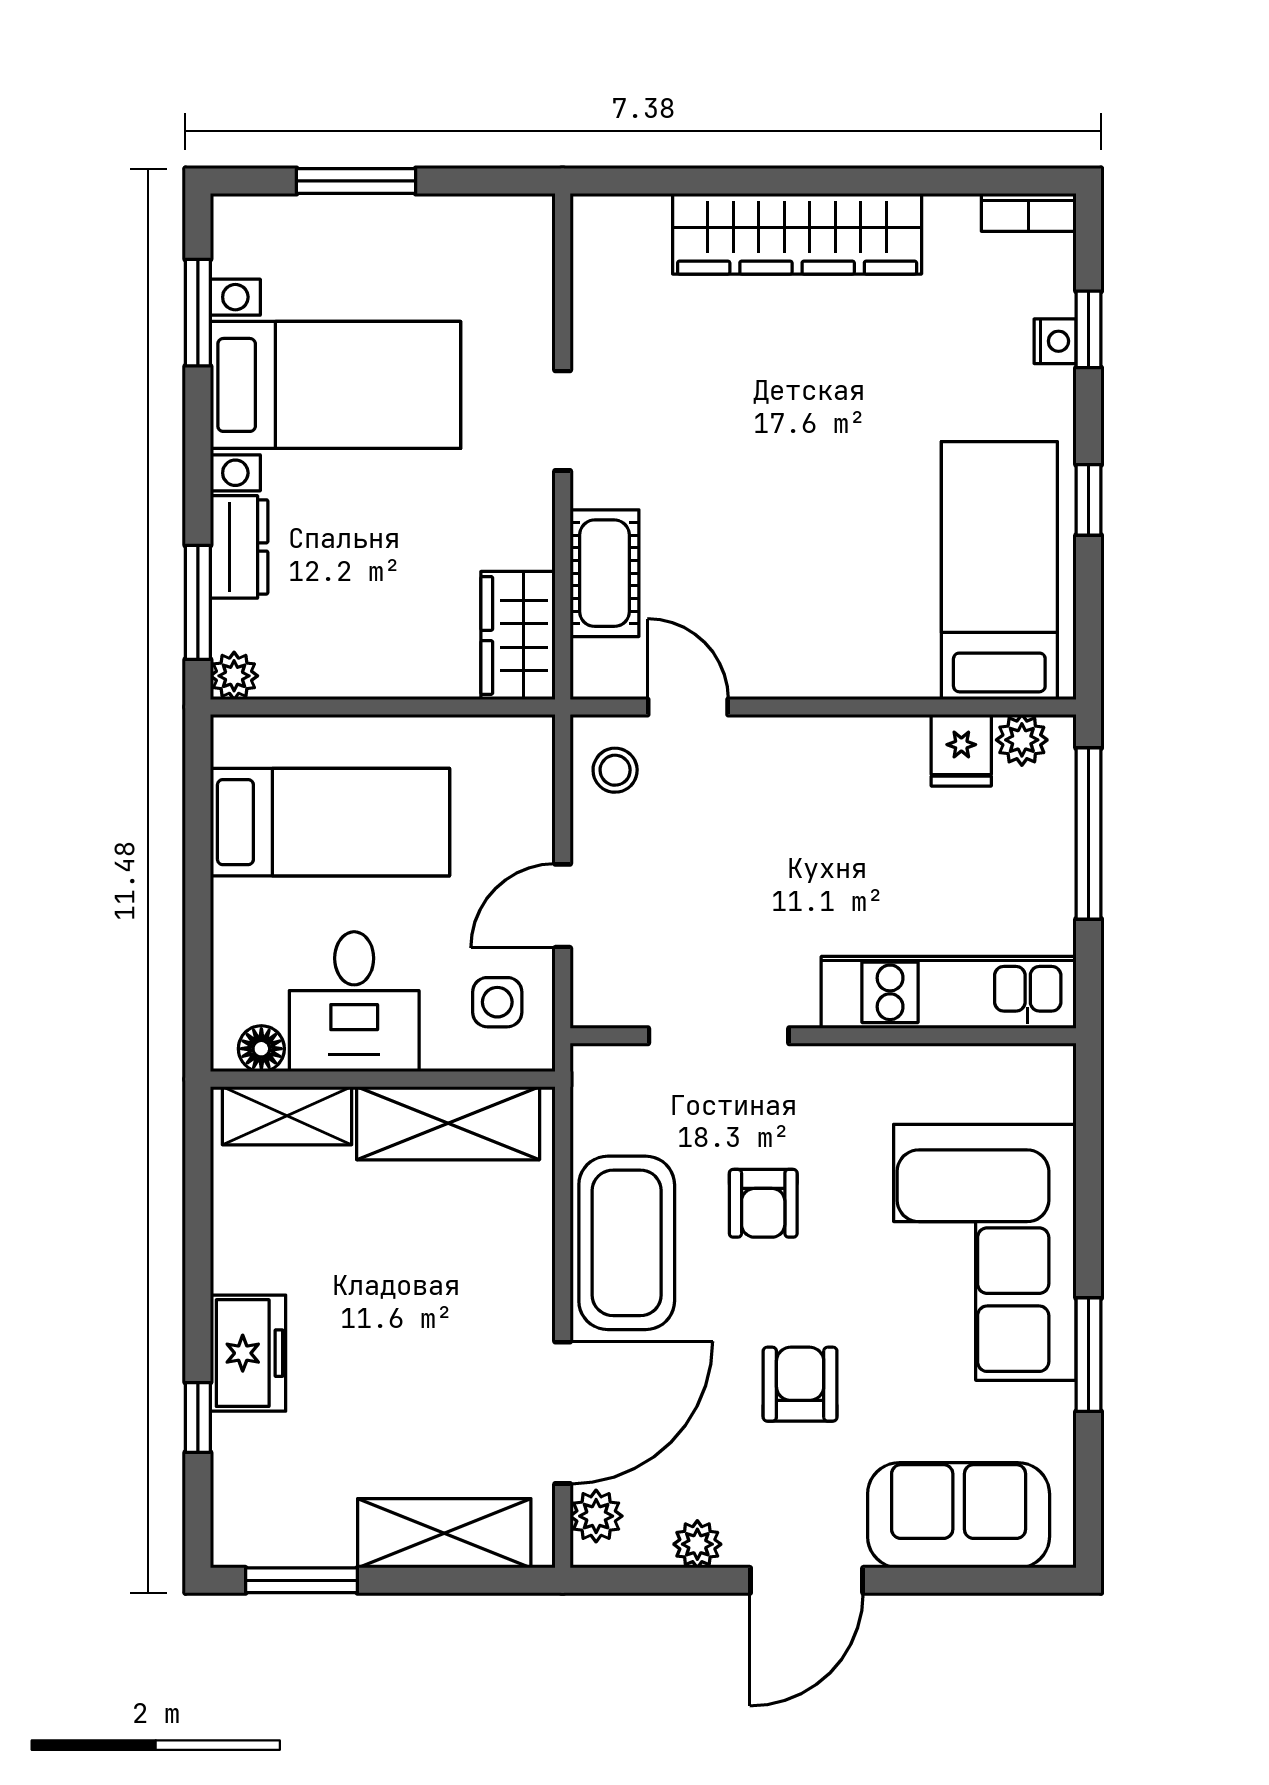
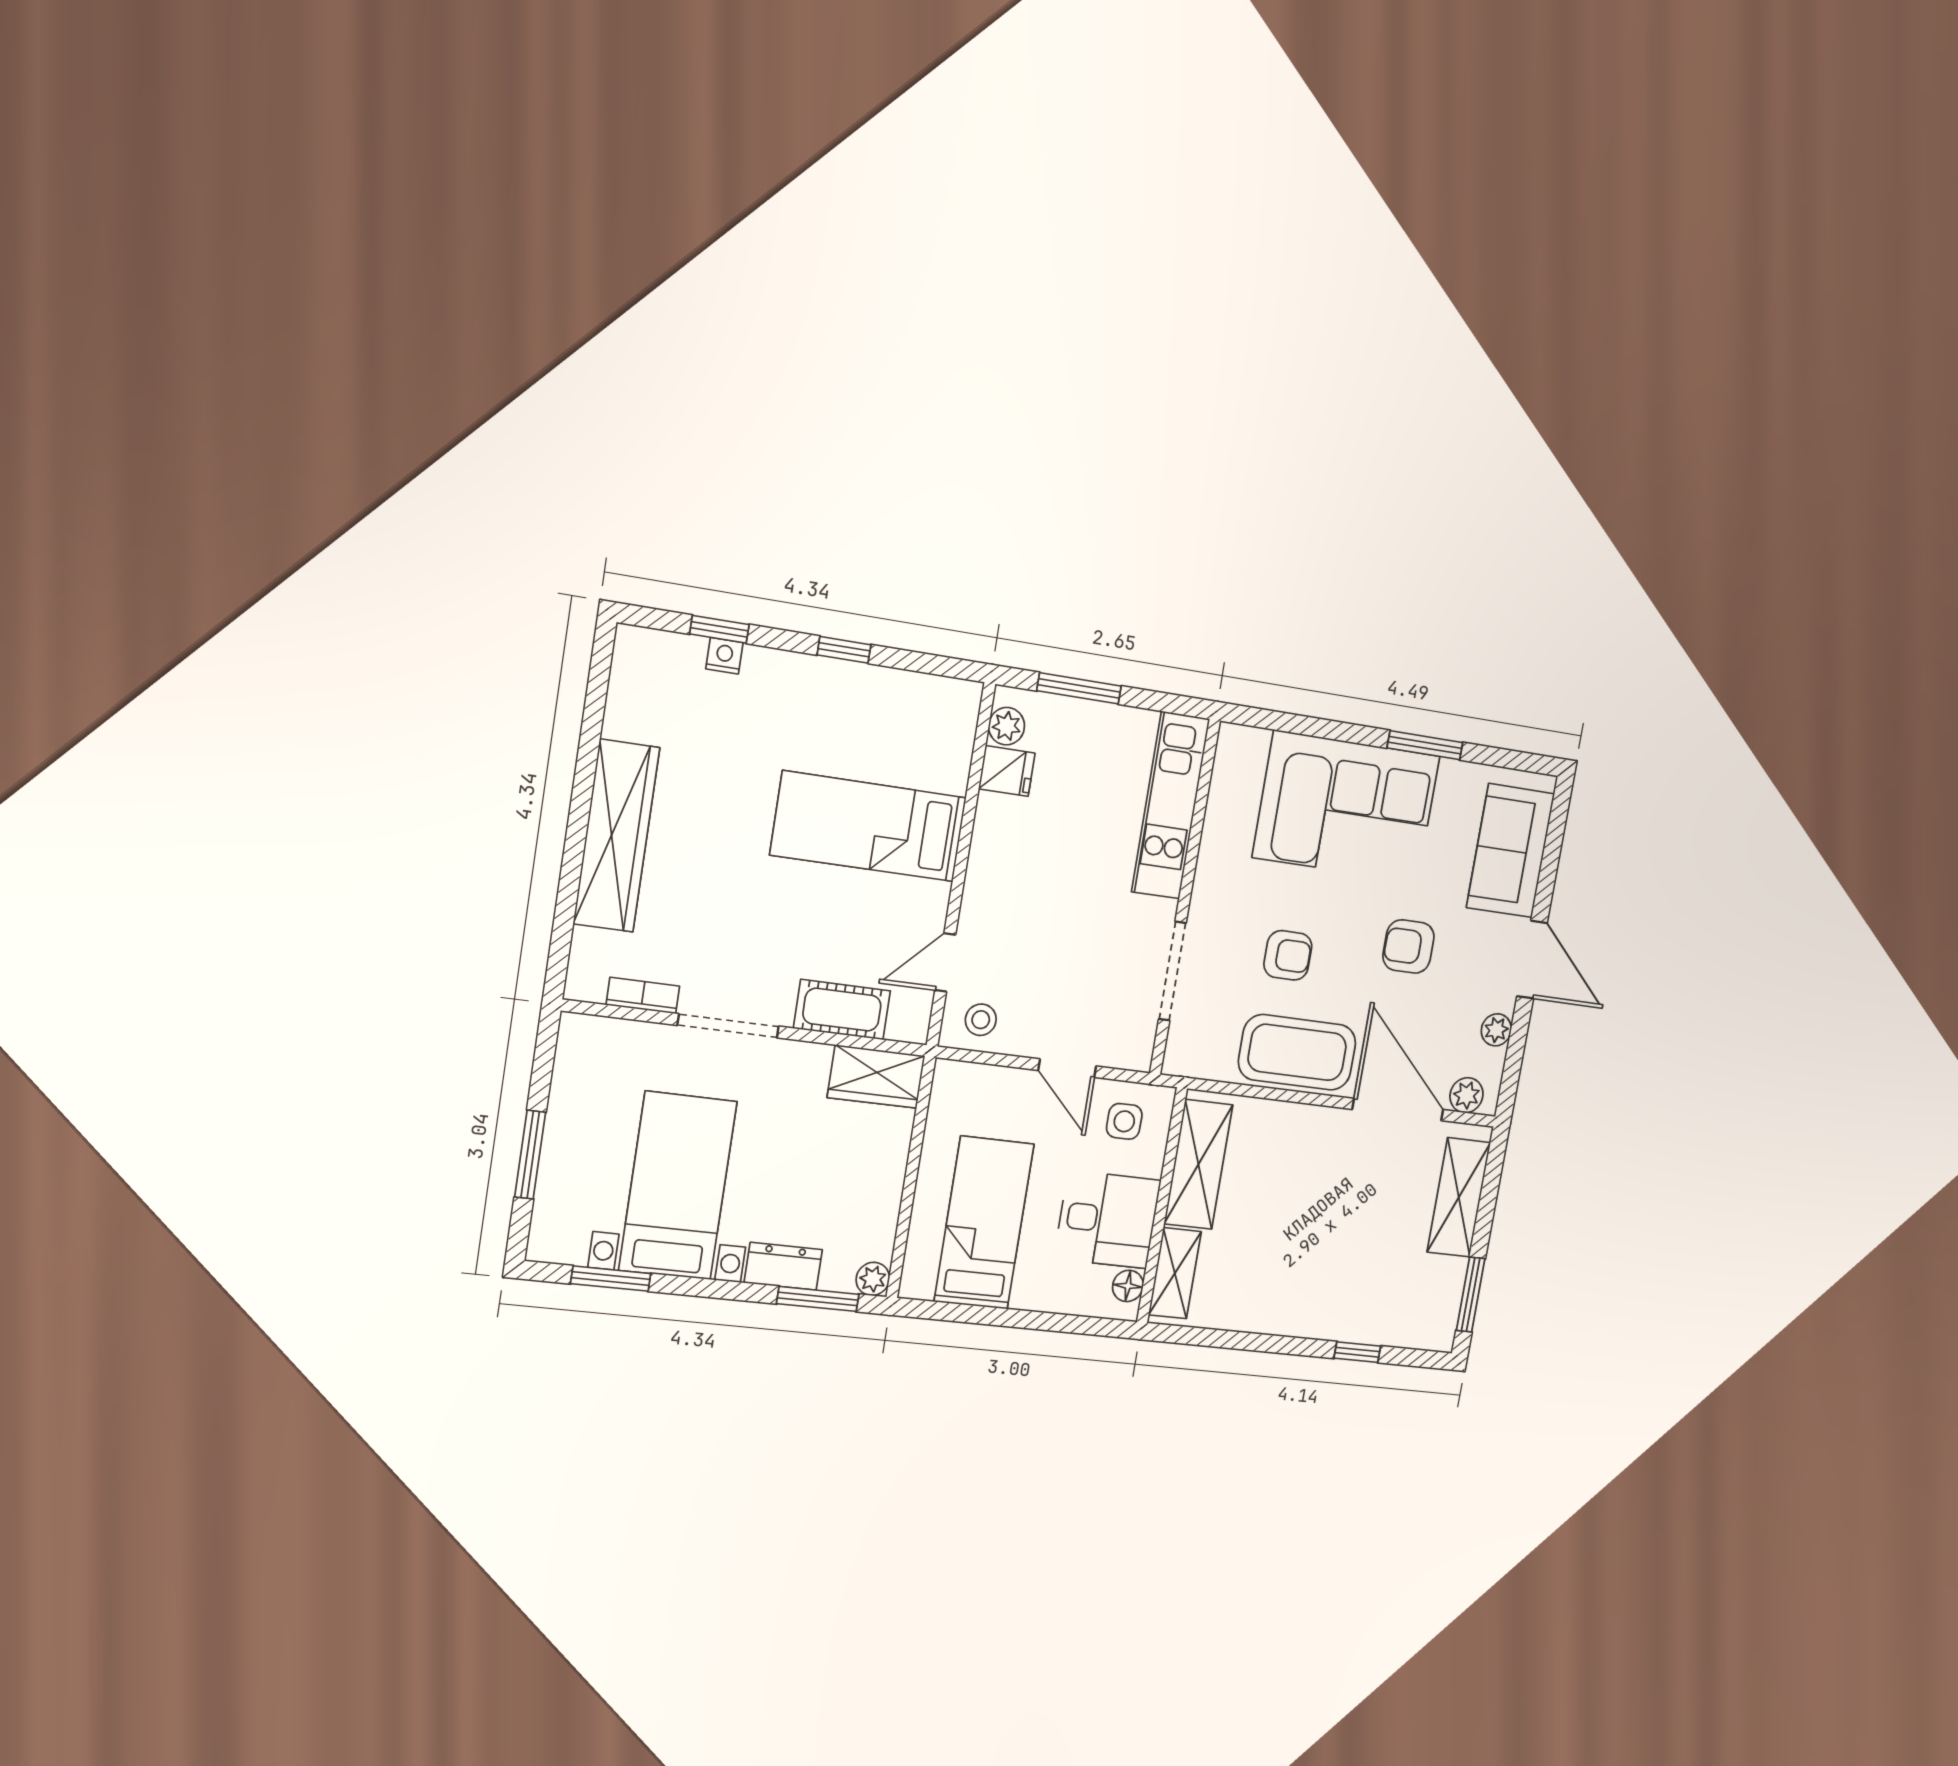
bookcase: (1029, 212) -> (643, 996), moved, turned -90
doorway: (563, 421) -> (728, 1026), width x1.38
bed: (999, 571) -> (869, 826), moved
window: (1089, 833) -> (1079, 688), width x0.69
freezer: (248, 1353) -> (1323, 1315), removed

